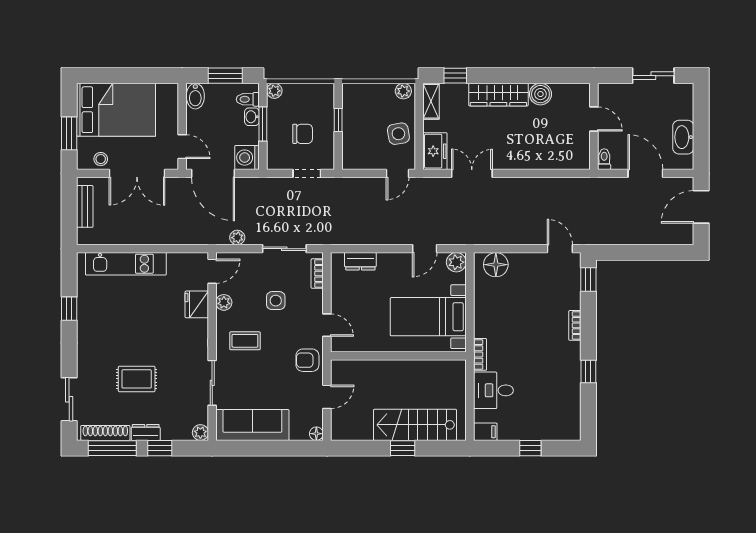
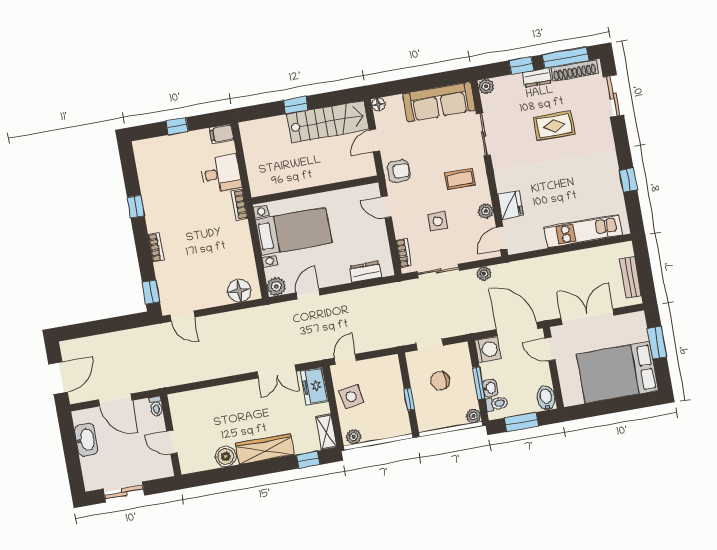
stool: (101, 159) -> (624, 324), removed
stairs: (415, 425) -> (328, 122), moved

